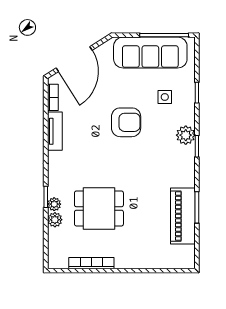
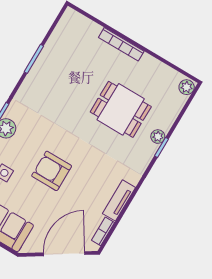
piano: (183, 216) -> (51, 59), removed
plant: (55, 220) -> (187, 87), moved
bookcase: (91, 263) -> (121, 44), moved

